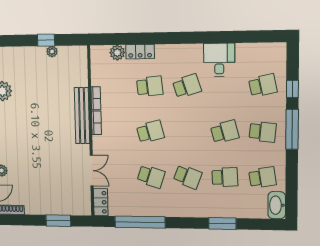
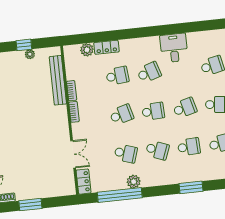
bench: (82, 116) -> (58, 80), moved
school desk: (187, 132) -> (153, 111), added
plant: (157, 209) -> (134, 182), added
window: (58, 221) -> (30, 205), moved

